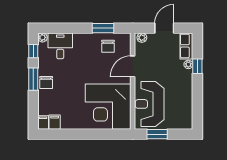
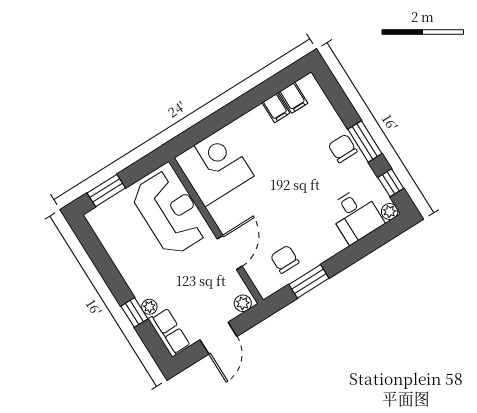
corner desk: (108, 107) -> (214, 167), width x0.74, depth x0.74
filing cabinet: (43, 123) -> (276, 108), moved
window: (157, 134) -> (106, 190), moved

